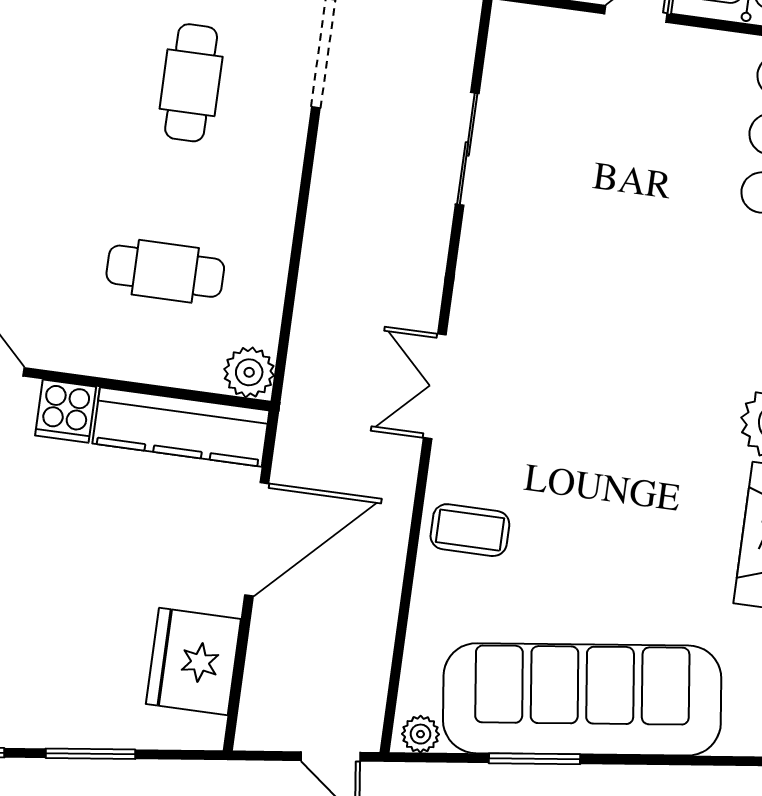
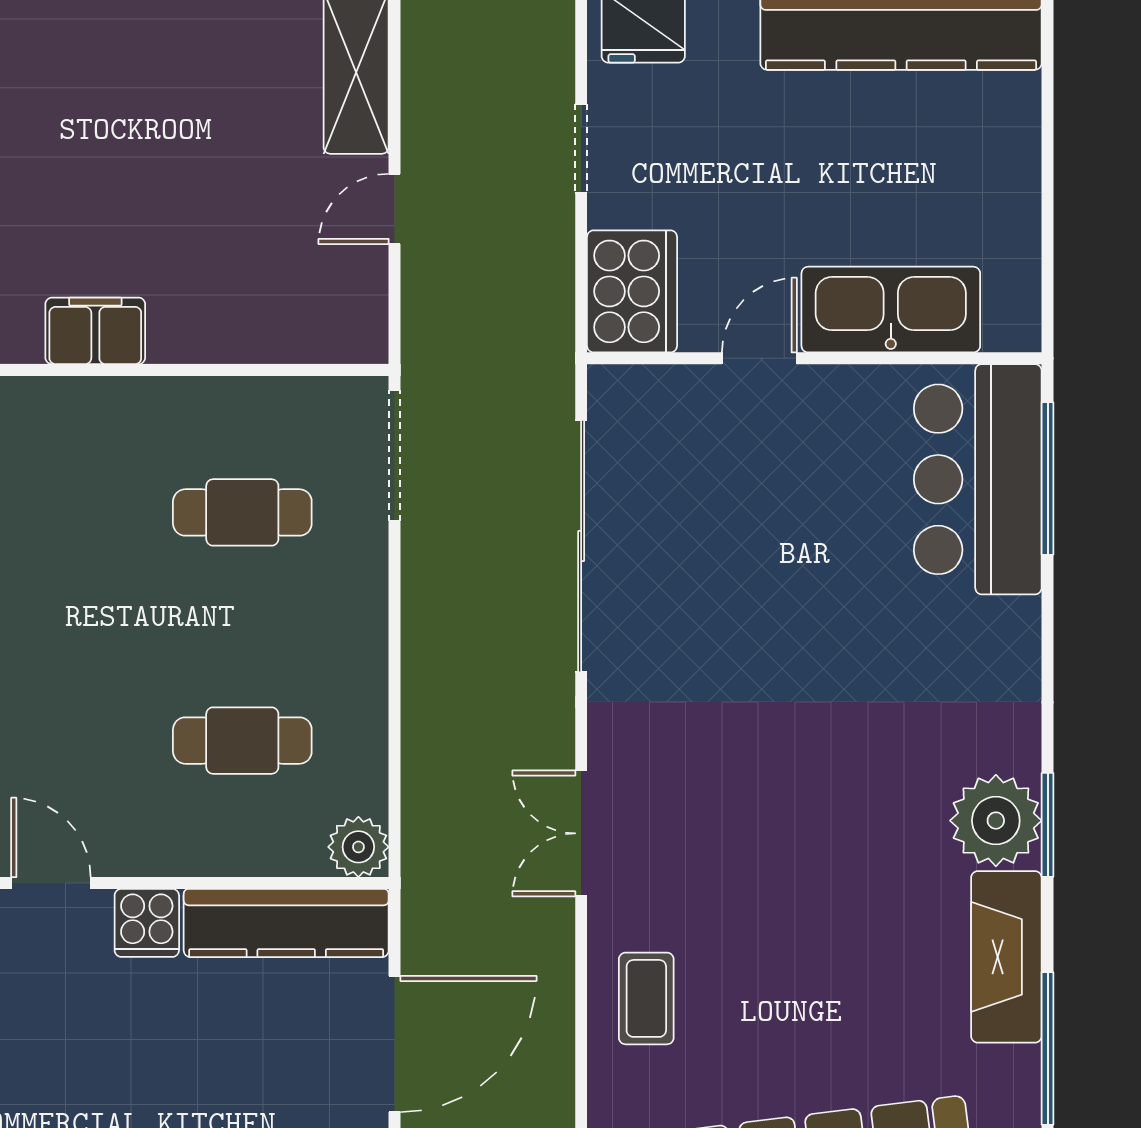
cafe table: (191, 83) -> (242, 512), turned 90
sliding door: (467, 149) -> (581, 546), width x1.86
coffee table: (470, 530) -> (646, 998), turned 90

